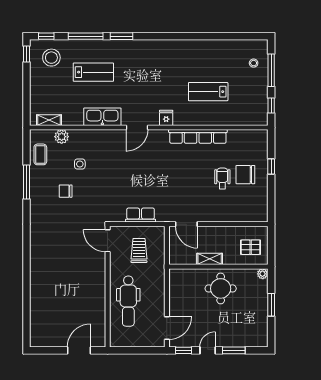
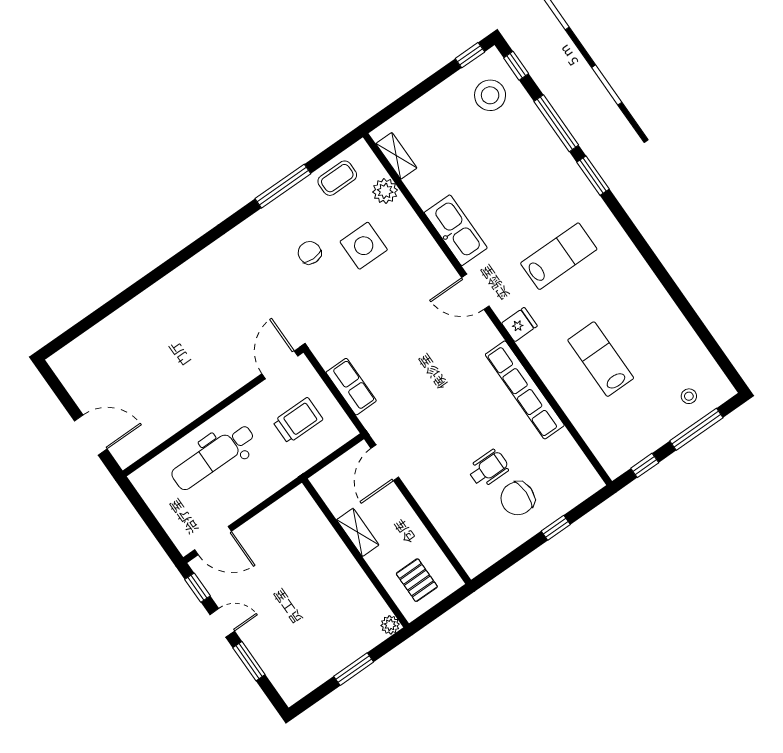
lab bench: (93, 72) -> (559, 256), moved, turned -90
side table: (80, 164) -> (364, 246), width x1.87, depth x1.87
chair: (245, 175) -> (518, 498), turned -90
round table: (221, 288) -> (326, 579), removed

